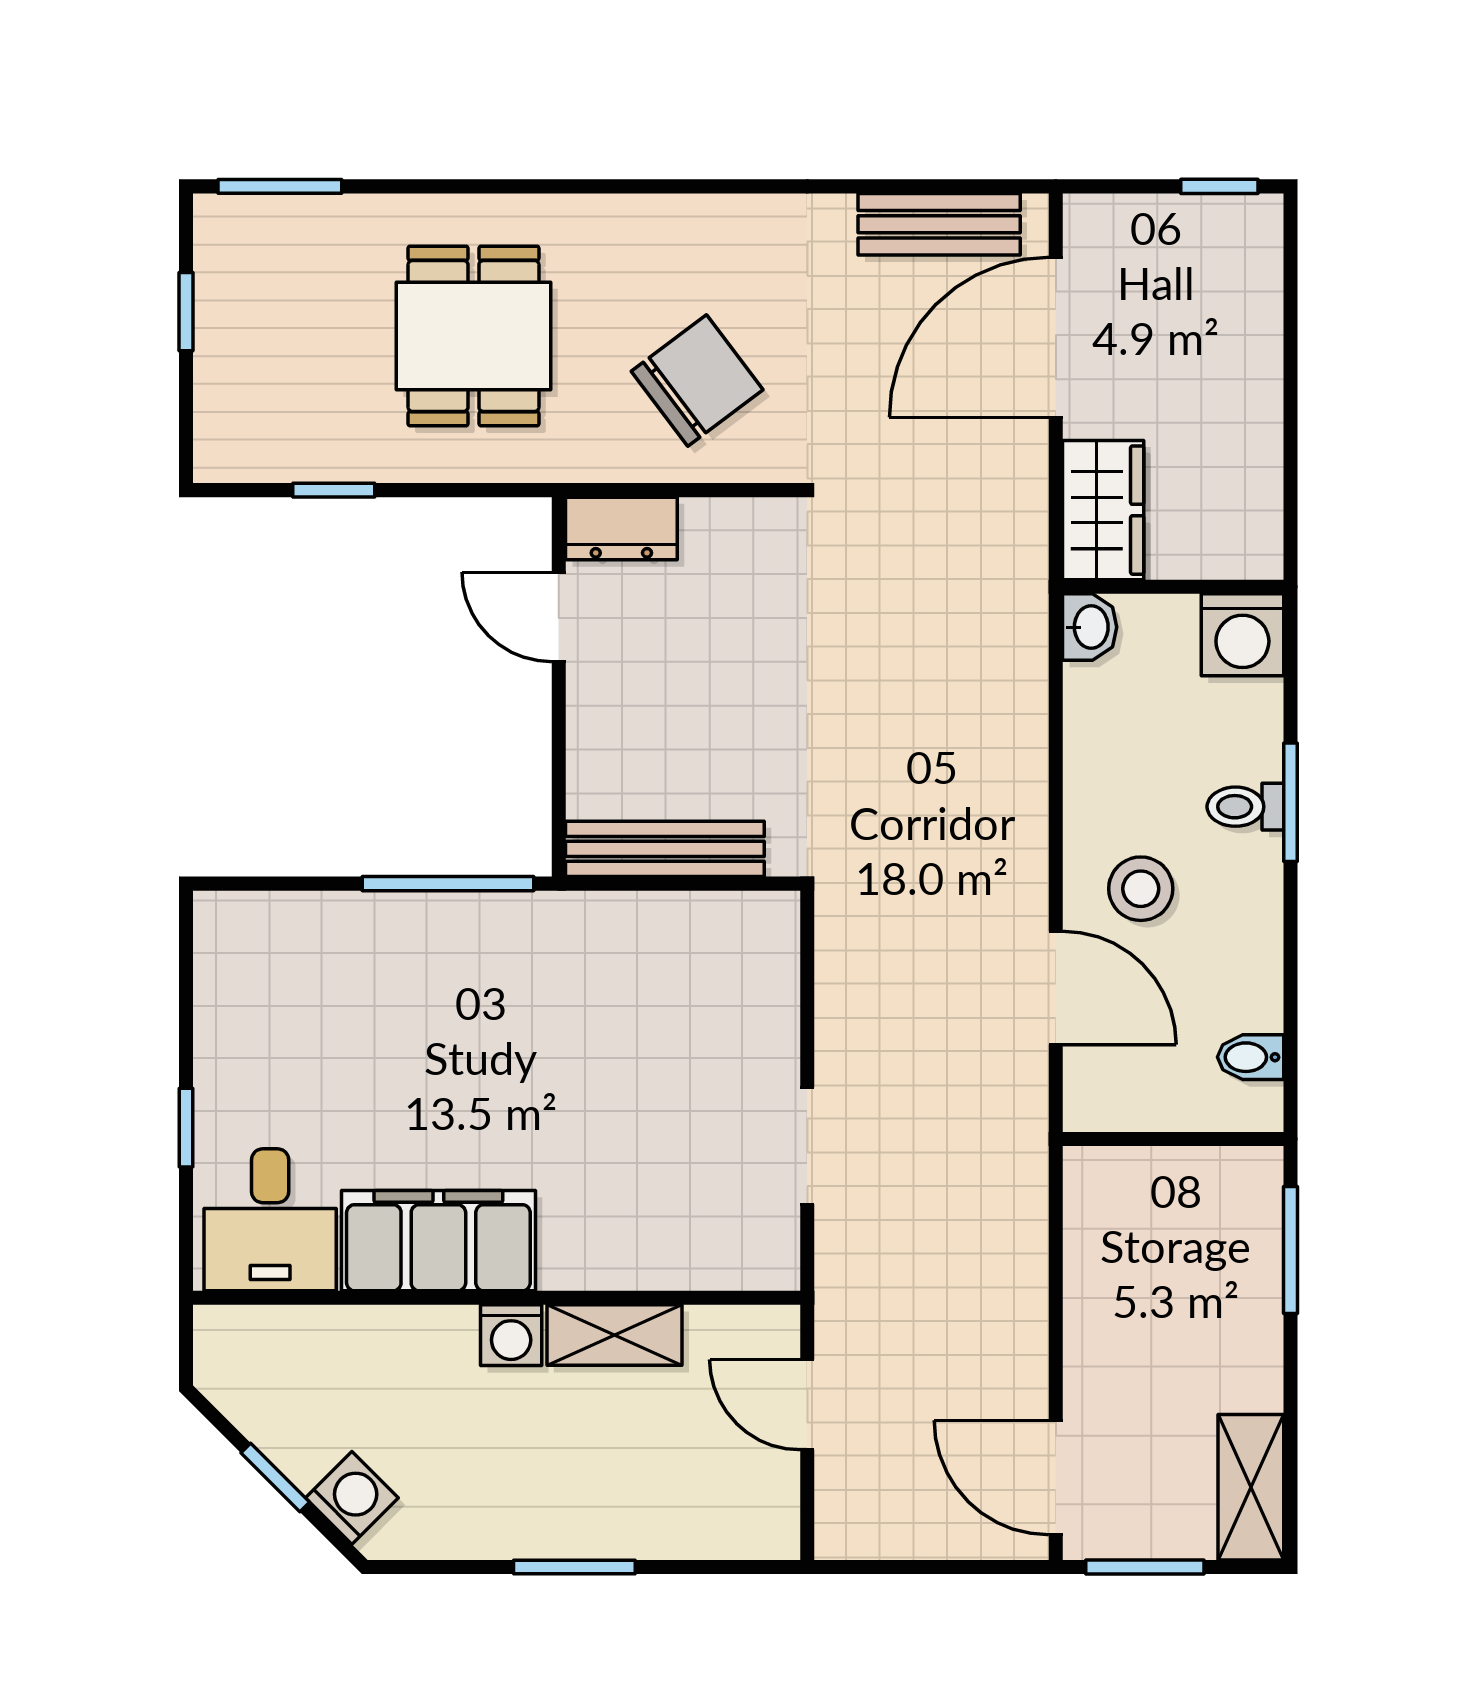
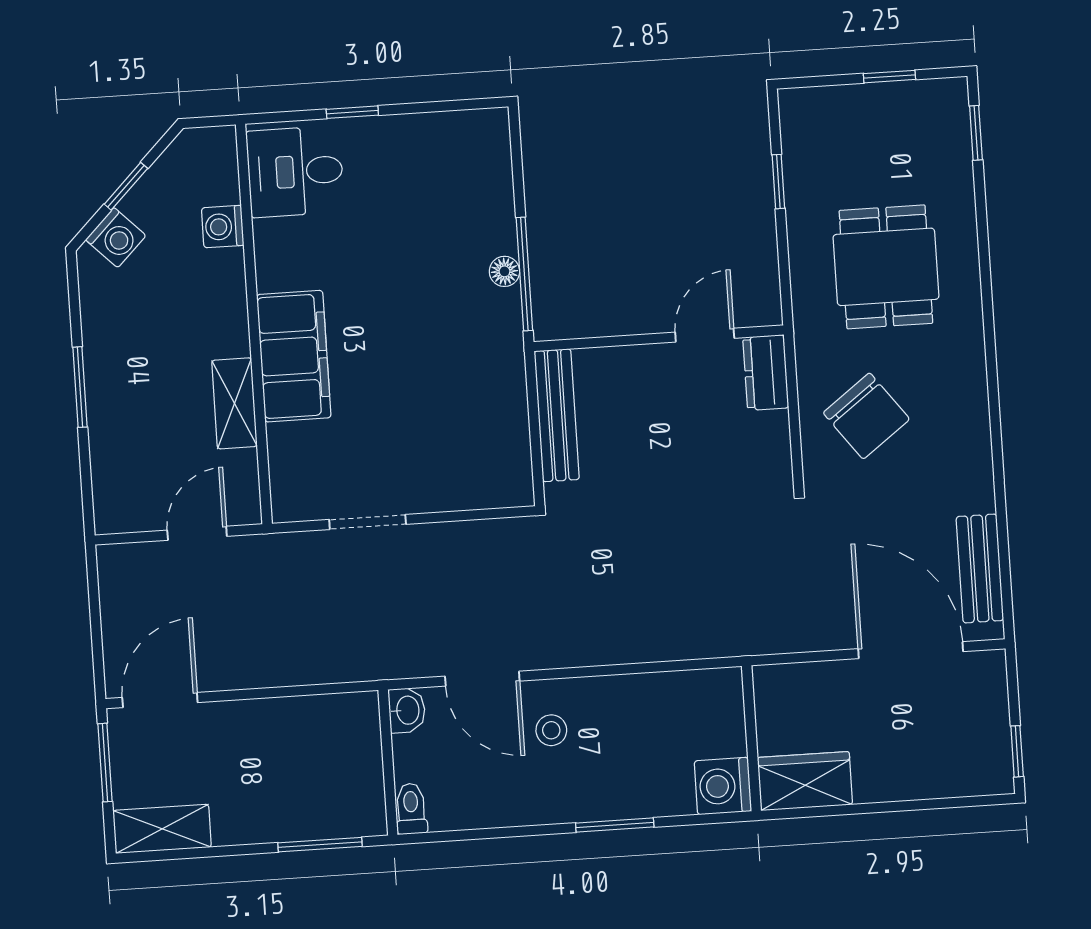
window: (280, 186) -> (976, 133), width x0.67
dining table: (473, 336) -> (886, 267), turned 90
wardrobe: (1103, 510) -> (805, 781), moved, turned 180
washbasin: (1090, 627) -> (407, 710), moved, turned -90
toilet: (1245, 807) -> (411, 809), moved
stool: (1141, 889) -> (551, 730), width x0.73, depth x0.73
floor lamp: (442, 913) -> (504, 271), added
door: (1056, 988) -> (482, 679), hinge flipped
bidet: (1251, 1057) -> (445, 810), removed
filing cabinet: (438, 1241) -> (294, 356), moved
washing machine: (511, 1335) -> (223, 227), moved

